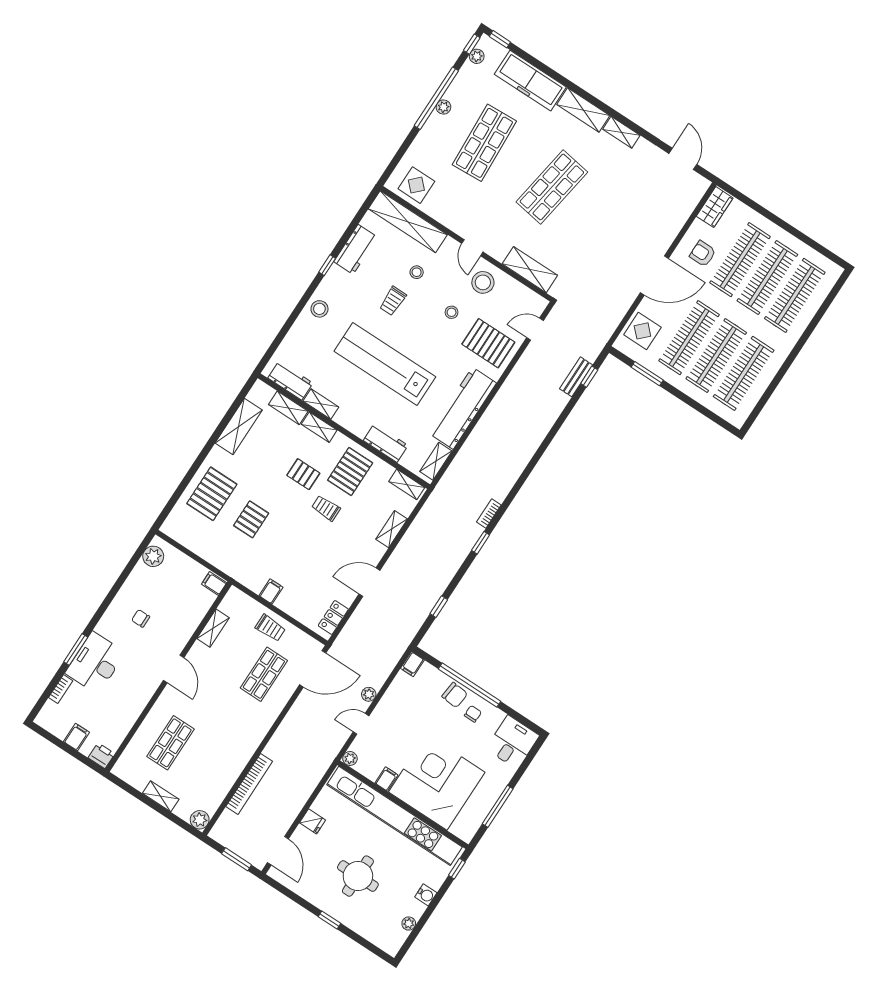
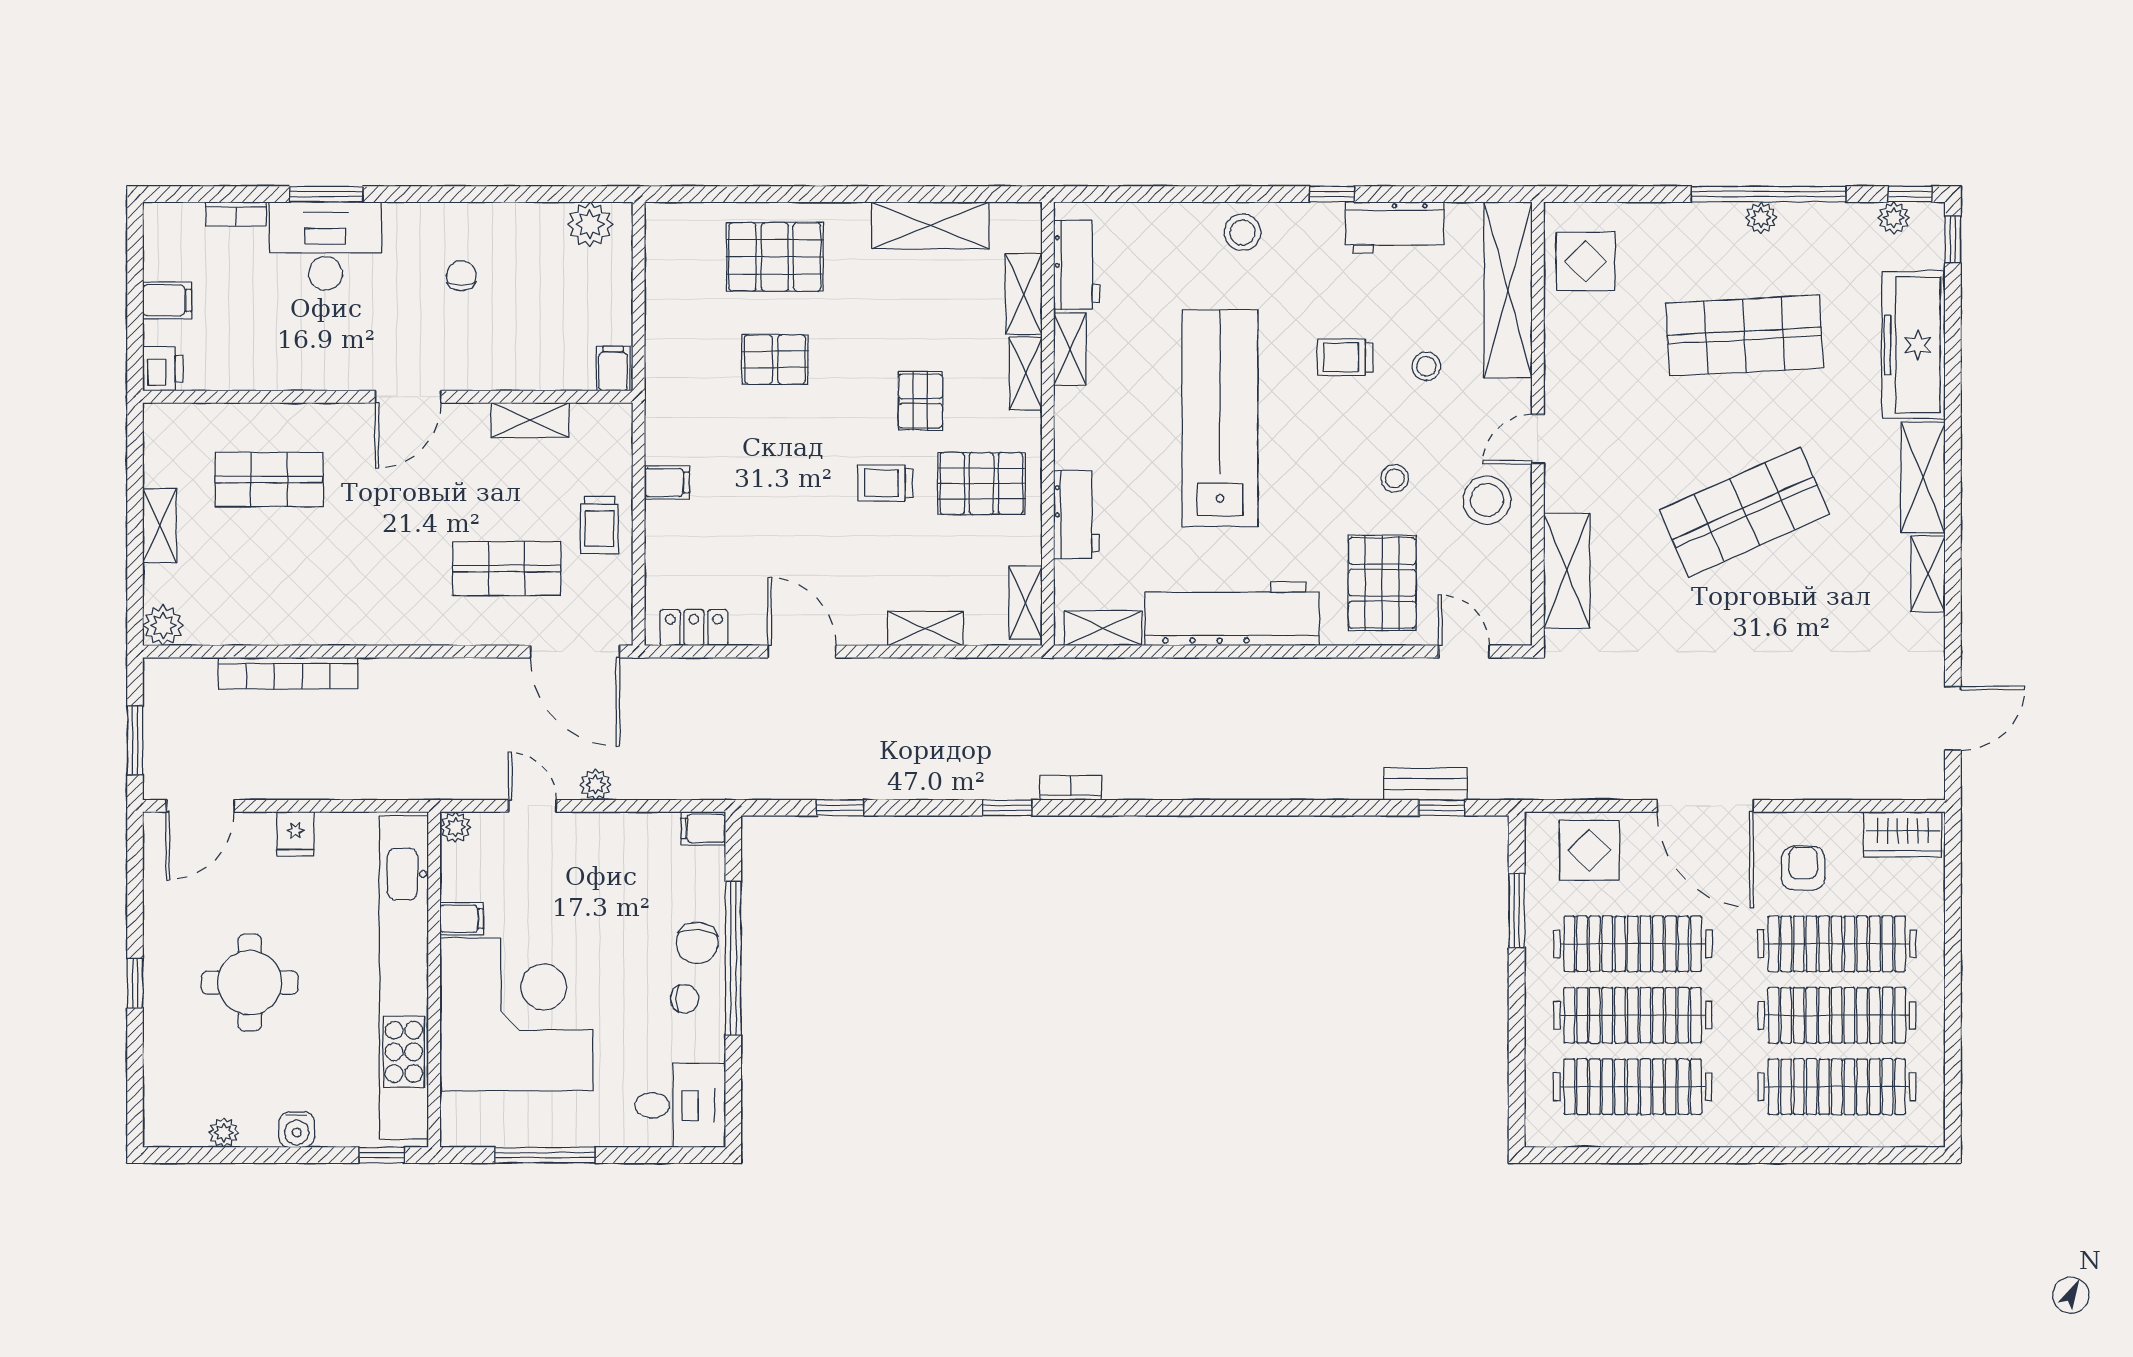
shop shelf: (552, 187) -> (1744, 512), turned -33
trolley: (326, 508) -> (885, 483), turned -90

